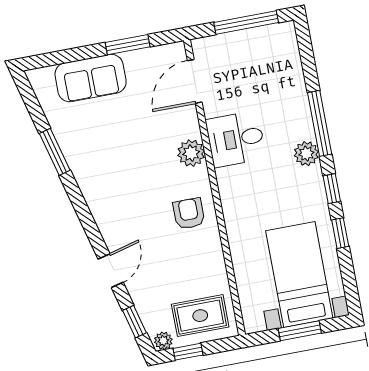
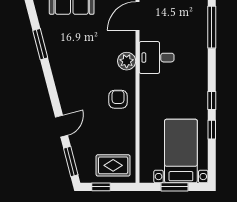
window: (320, 123) -> (212, 27), moved
plant: (306, 154) -> (200, 75), removed
window: (135, 322) -> (71, 161), width x1.50
plant: (163, 341) -> (87, 177), removed

